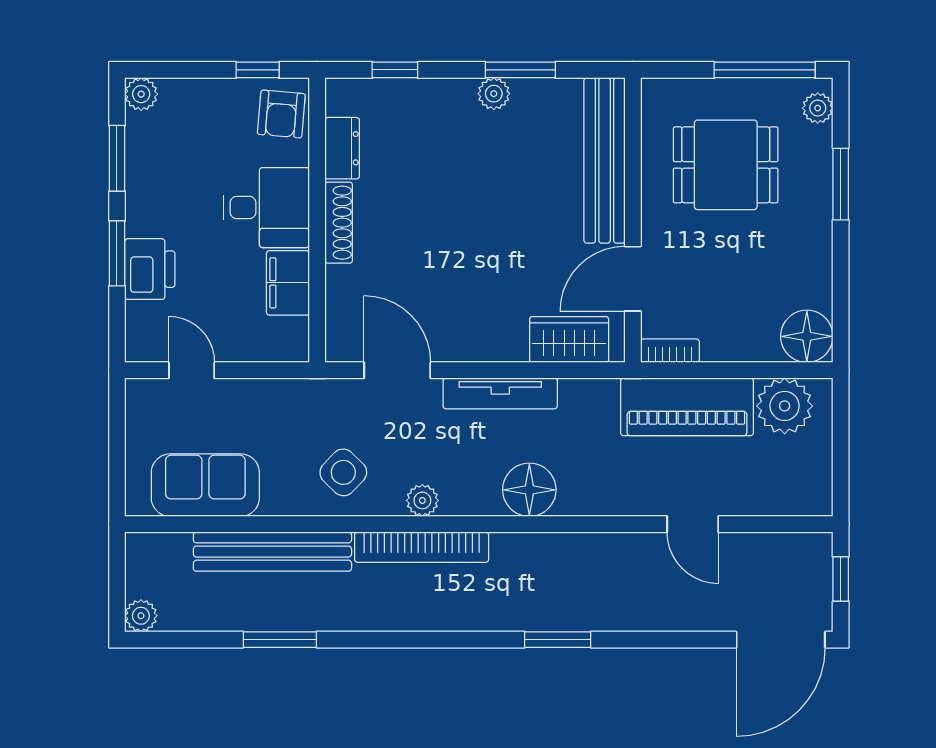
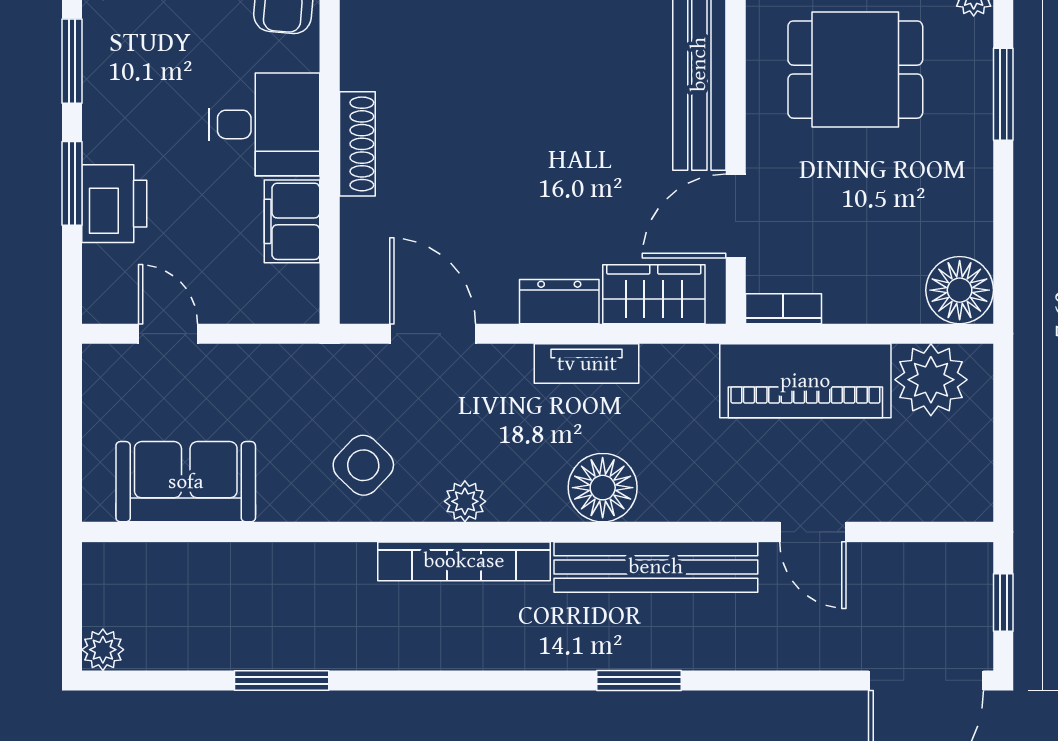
dresser: (342, 148) -> (559, 302), moved, turned -90
tv unit: (500, 393) -> (587, 364), width x0.71
bench: (272, 552) -> (656, 567), moved

